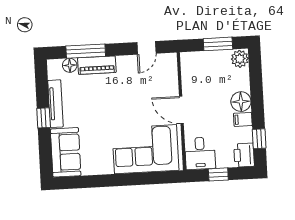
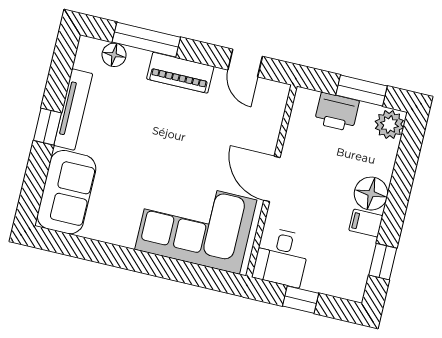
door: (146, 48) -> (245, 63), hinge flipped
piano: (97, 65) -> (180, 73), moved
printer: (244, 155) -> (337, 112), moved, turned -90

